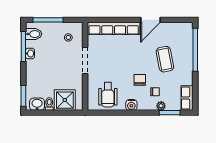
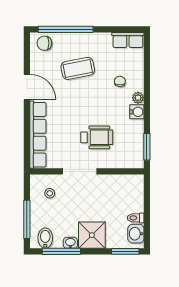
chair: (140, 80) -> (44, 43), moved
wheelchair: (108, 95) -> (97, 137), moved
shower: (65, 100) -> (92, 235), moved
plant: (161, 106) -> (138, 98), moved
window: (170, 113) -> (147, 147), moved

